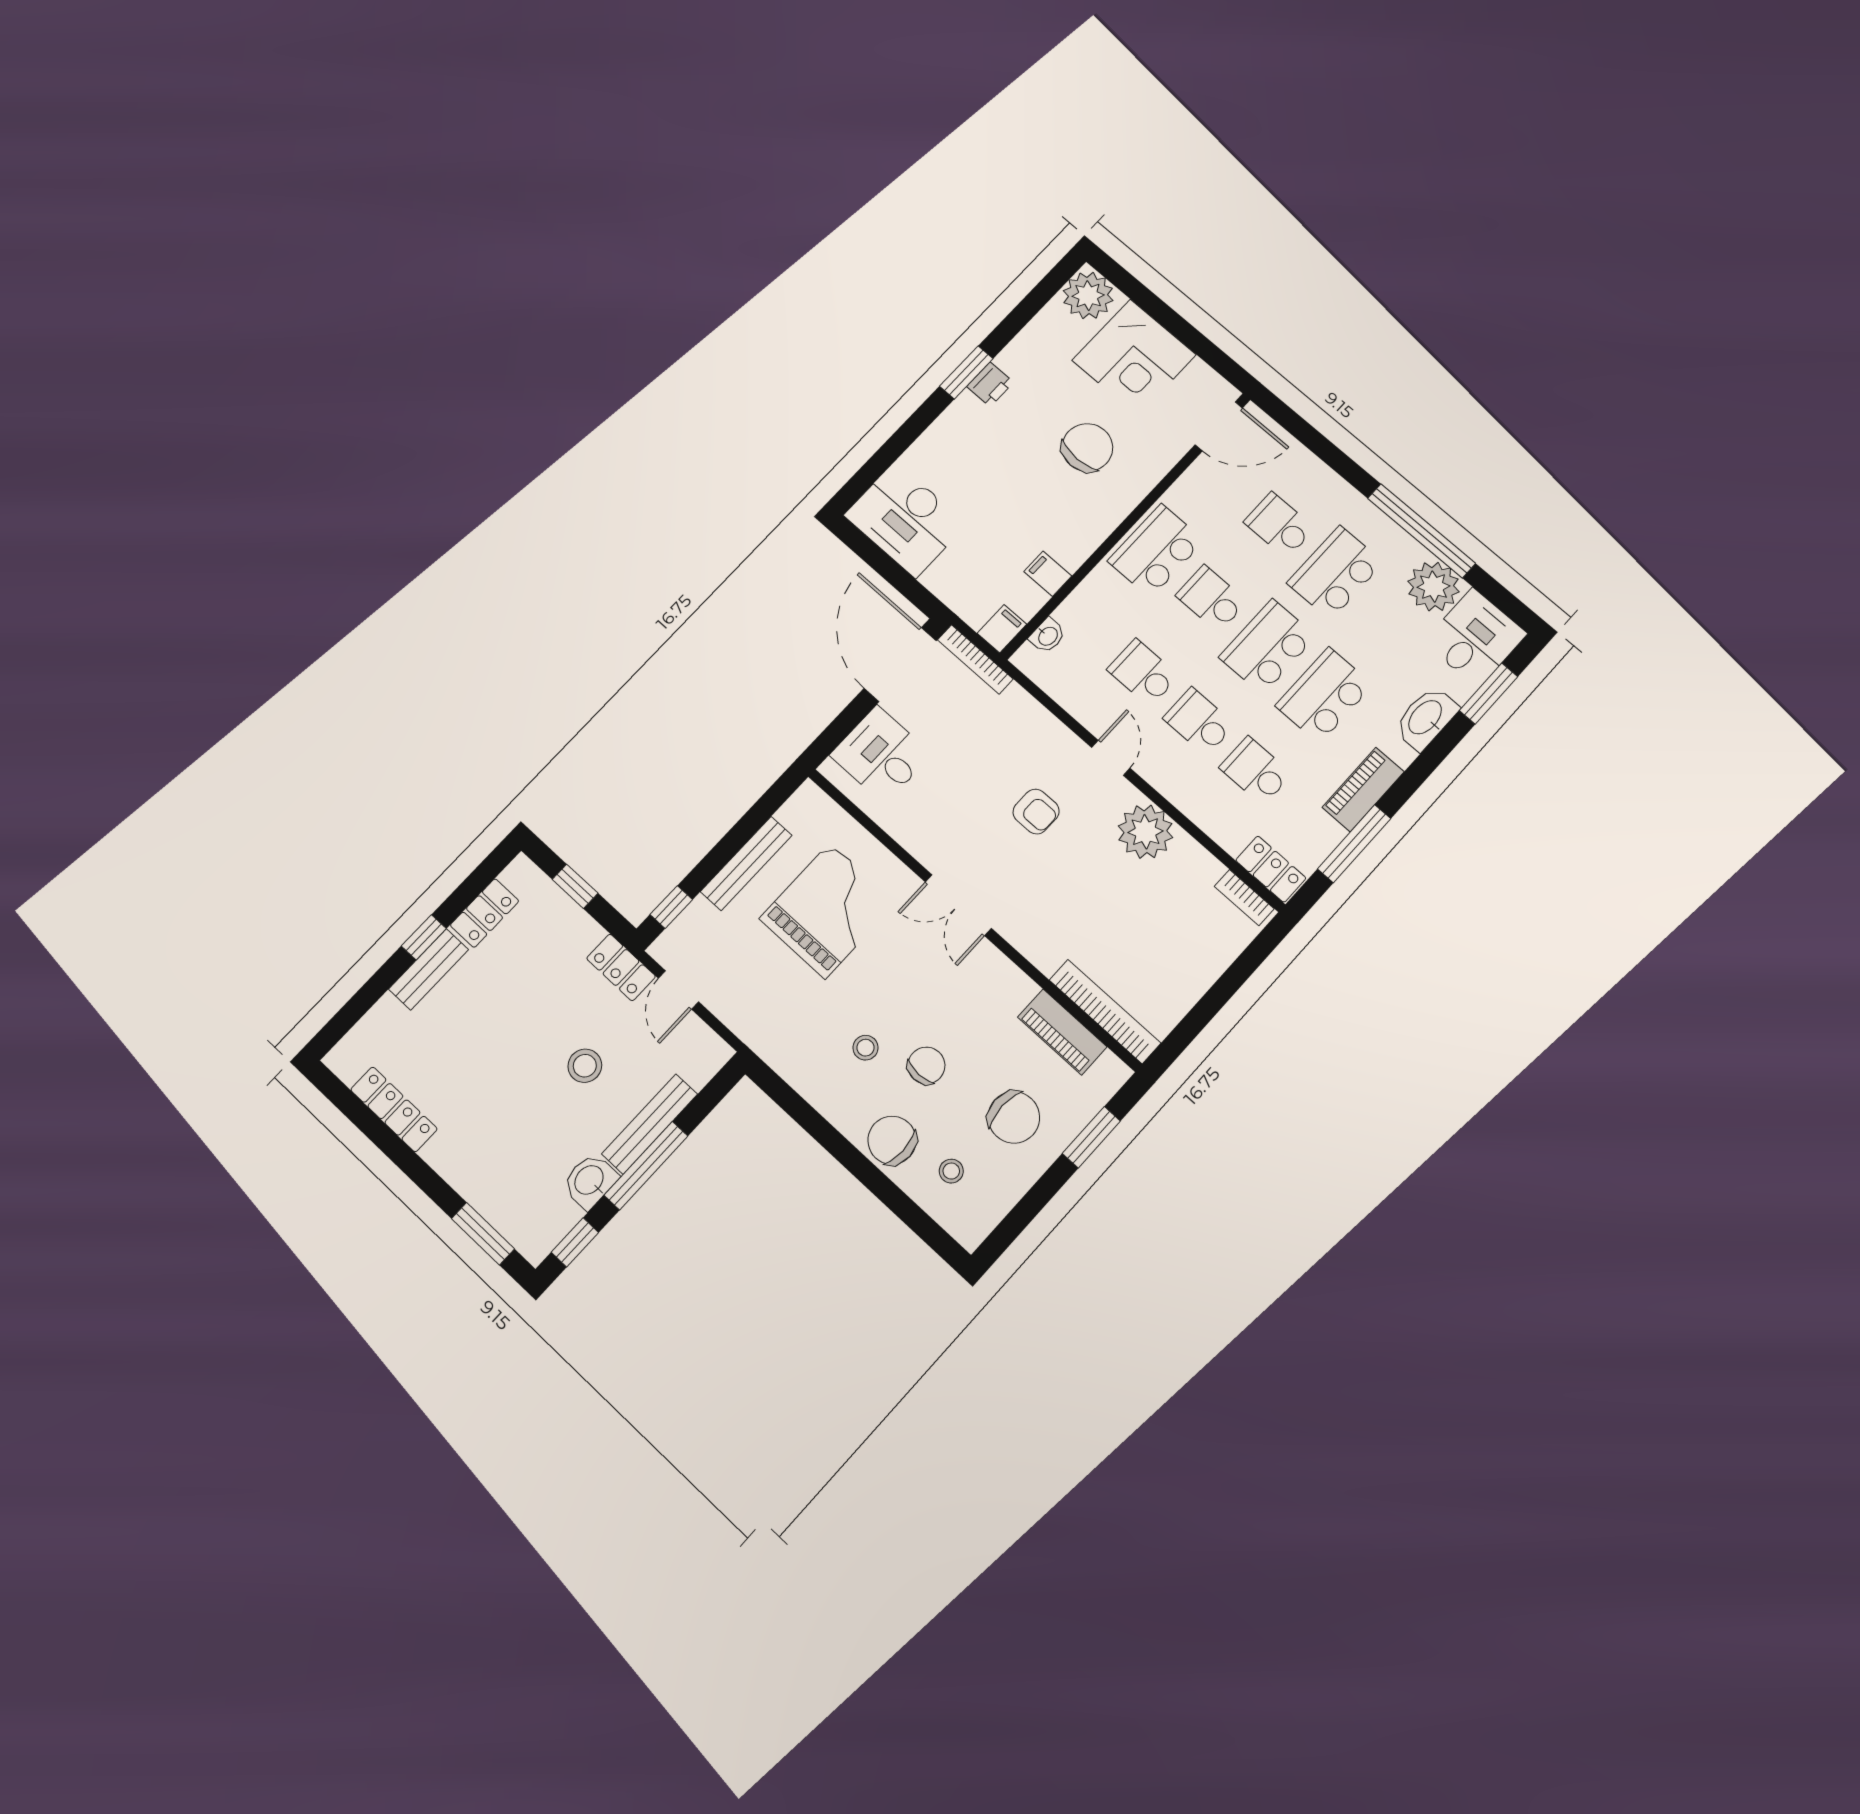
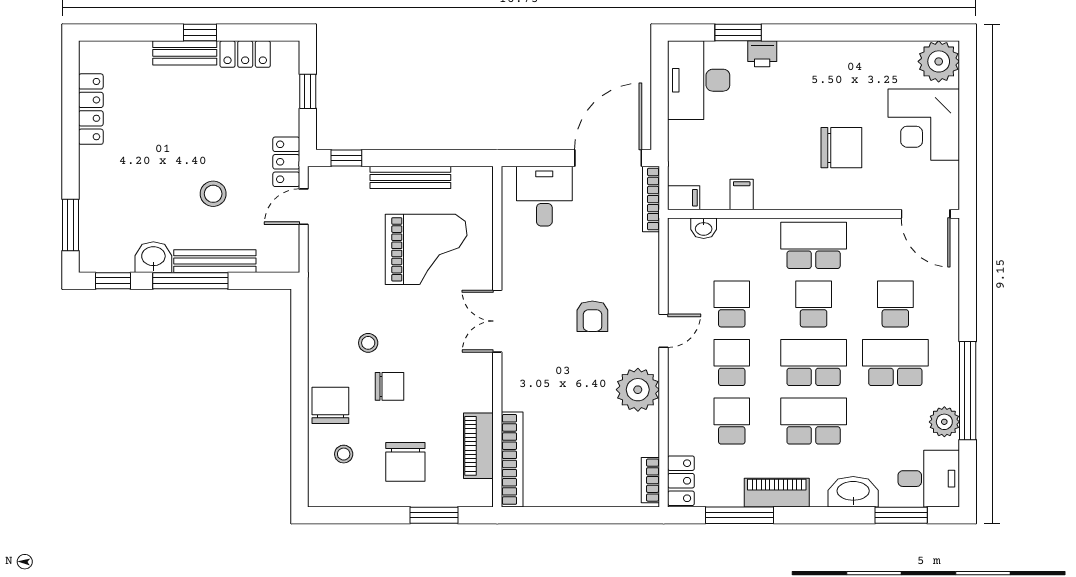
window: (966, 372) -> (738, 33), moved
printer: (990, 384) -> (762, 54), moved
plant: (1434, 587) -> (944, 422), width x0.73, depth x0.73

